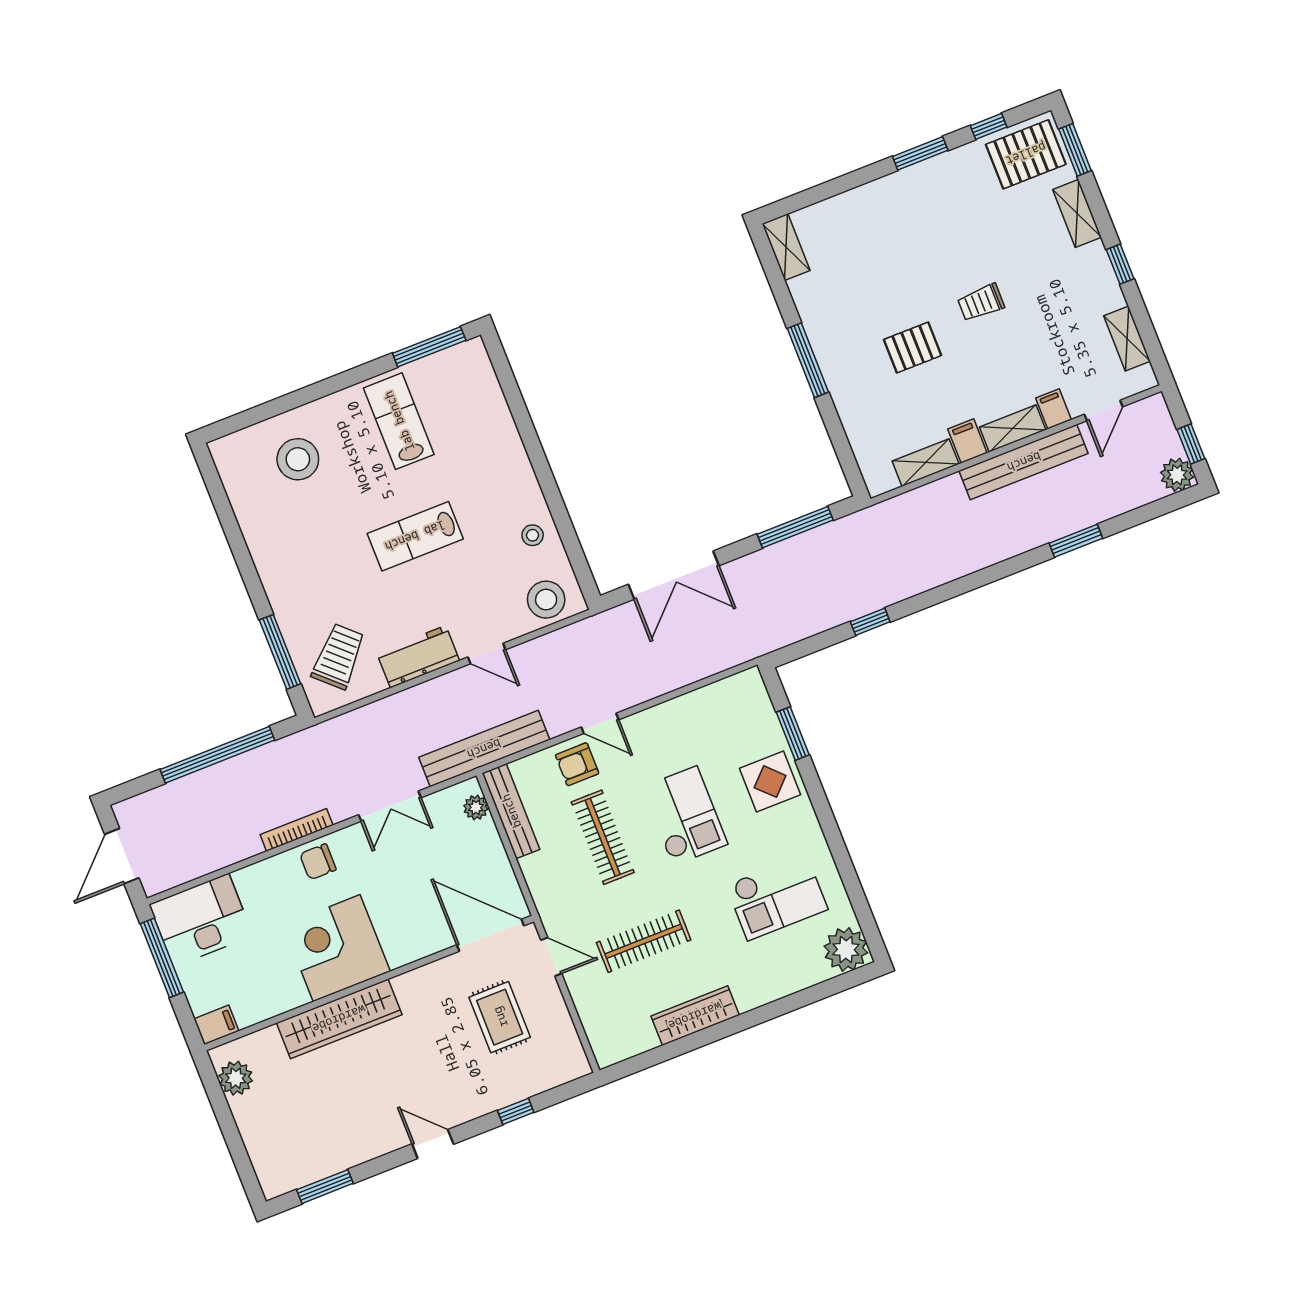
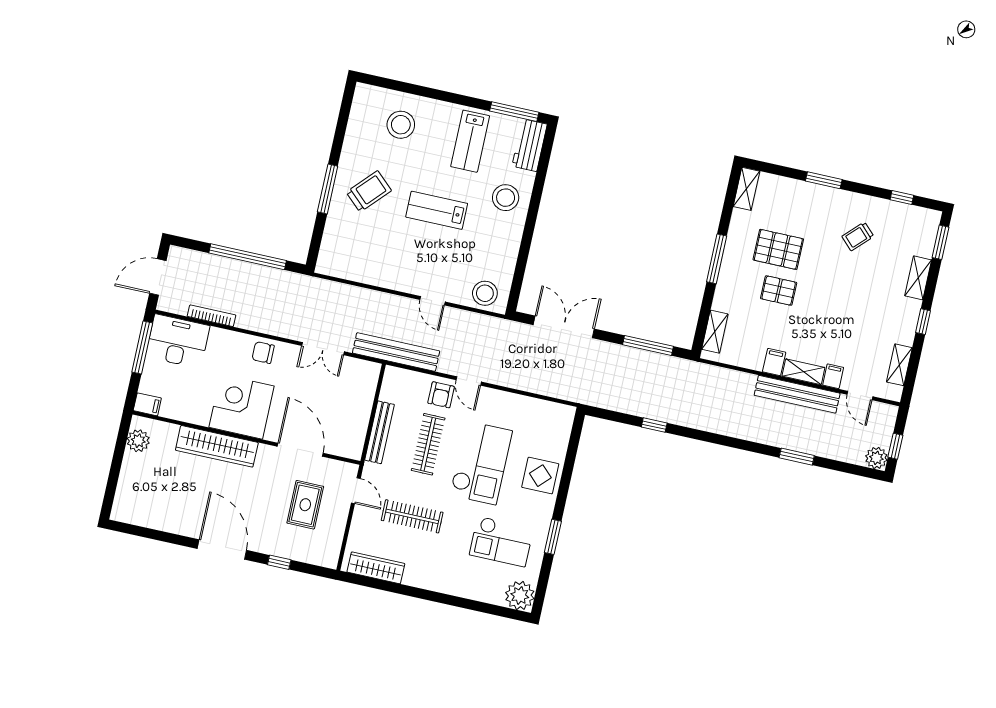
window: (920, 153) -> (824, 180), moved
pallet: (1026, 154) -> (778, 249), moved
trolley: (981, 302) -> (858, 236), moved, turned -45
door: (1103, 410) -> (860, 396), hinge flipped
lab bench: (399, 421) -> (470, 141), turned 180
shelving: (926, 463) -> (715, 332), moved, turned 90
stool: (533, 535) -> (506, 198), moved, width x1.89, depth x1.89
double door: (674, 575) -> (564, 327), swing flipped
window: (280, 652) -> (328, 189), moved
trolley: (338, 656) -> (369, 191), moved
workbench: (418, 657) -> (530, 145), moved, turned -90
window: (793, 734) -> (553, 537), moved
armchair: (577, 764) -> (441, 395), turned -90
plant: (476, 807) -> (370, 381), removed
bench: (511, 811) -> (380, 432), moved
checkout: (685, 816) -> (481, 463), width x1.36, depth x1.21
bookcase: (297, 830) -> (212, 316), moved
door: (490, 935) -> (300, 450), moved
wardrobe: (695, 1016) -> (376, 568), moved
door: (433, 1144) -> (222, 549), width x1.88
window: (325, 1187) -> (147, 533), removed

